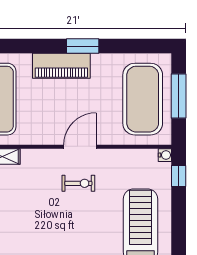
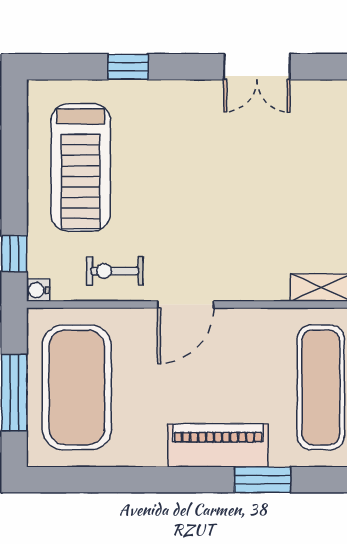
window: (83, 46) -> (263, 480), moved
exercise bike: (78, 183) -> (115, 271), moved

